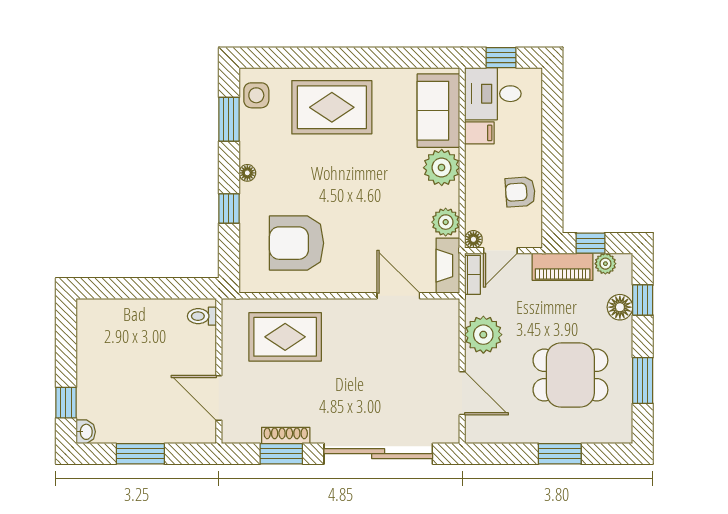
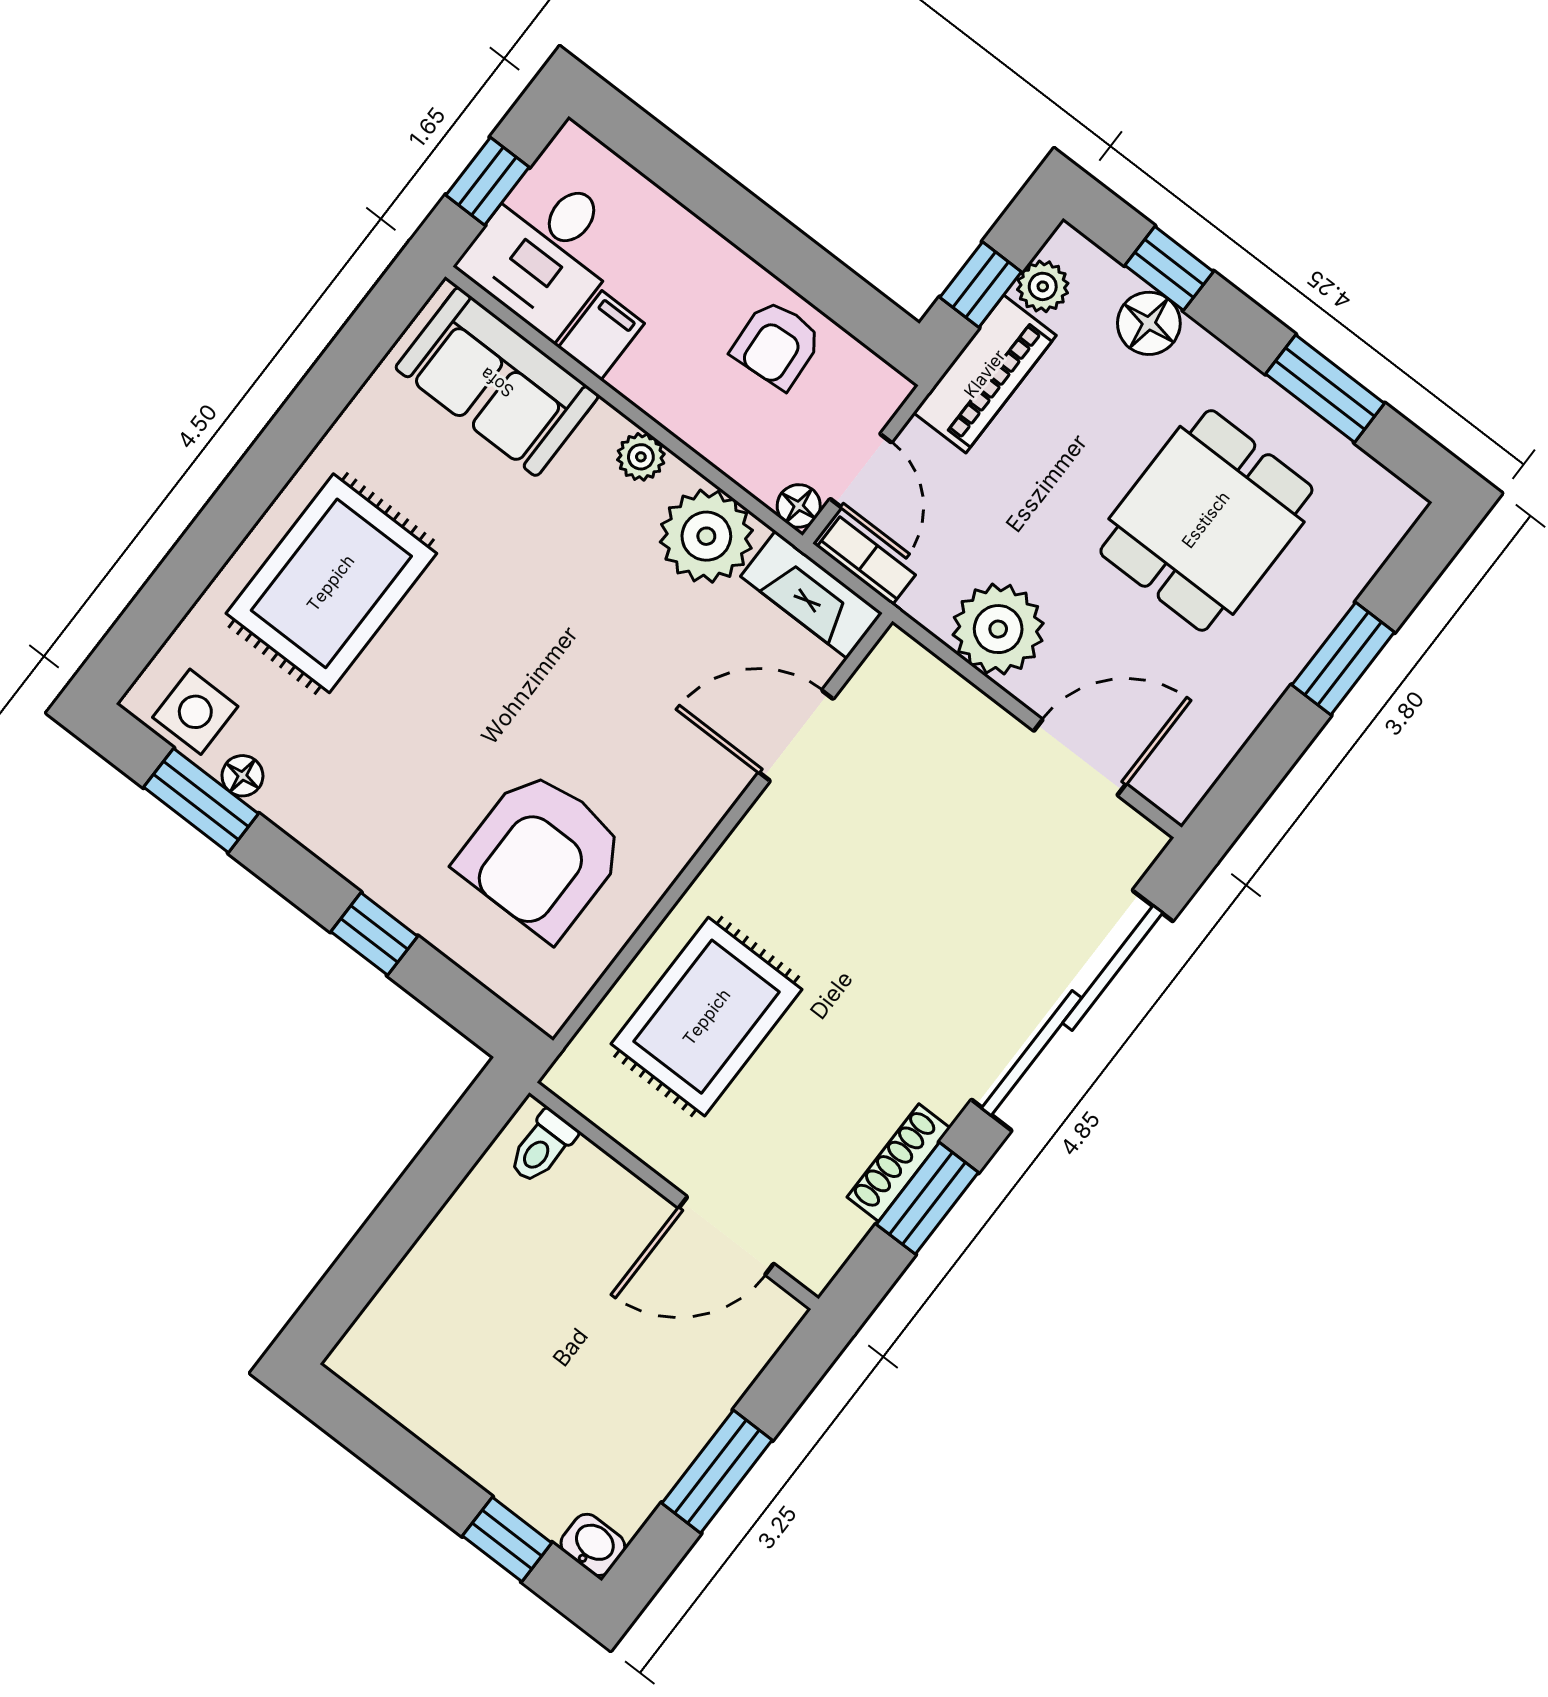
plant: (442, 168) -> (641, 457), width x0.53, depth x0.53
floor lamp: (247, 173) -> (242, 776), moved
plant: (446, 222) -> (706, 536), width x1.36, depth x1.36

